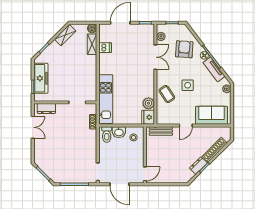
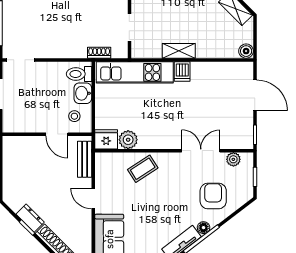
shelving: (92, 44) -> (179, 51), moved
dishwasher: (105, 48) -> (182, 71), moved
armchair: (184, 49) -> (213, 196), turned -94
double door: (155, 57) -> (201, 151), swing flipped
side table: (188, 85) -> (157, 201), removed
door: (145, 174) -> (57, 134), moved

